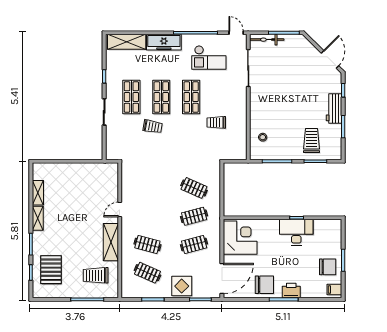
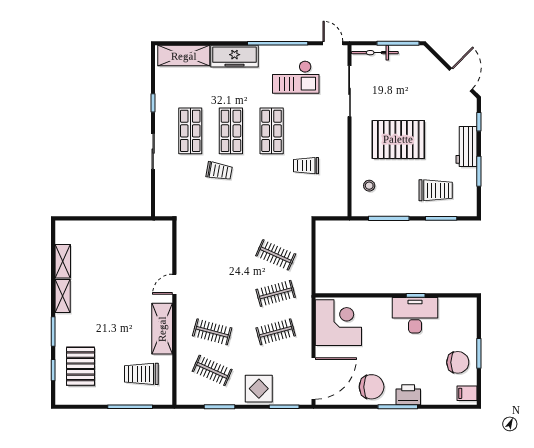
pallet: (284, 103) -> (398, 139), added
trolley: (311, 141) -> (436, 190), turned 90

